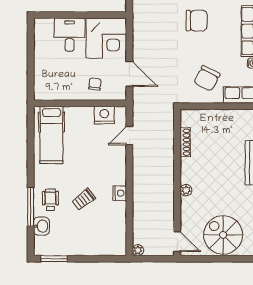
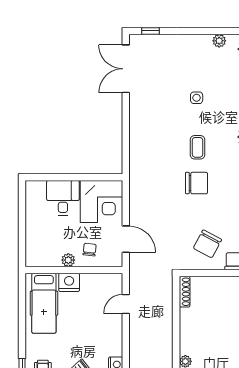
plant: (75, 94) -> (68, 260), added
nightstand: (104, 115) -> (69, 282), moved
shoe rack: (185, 142) -> (185, 292), moved

